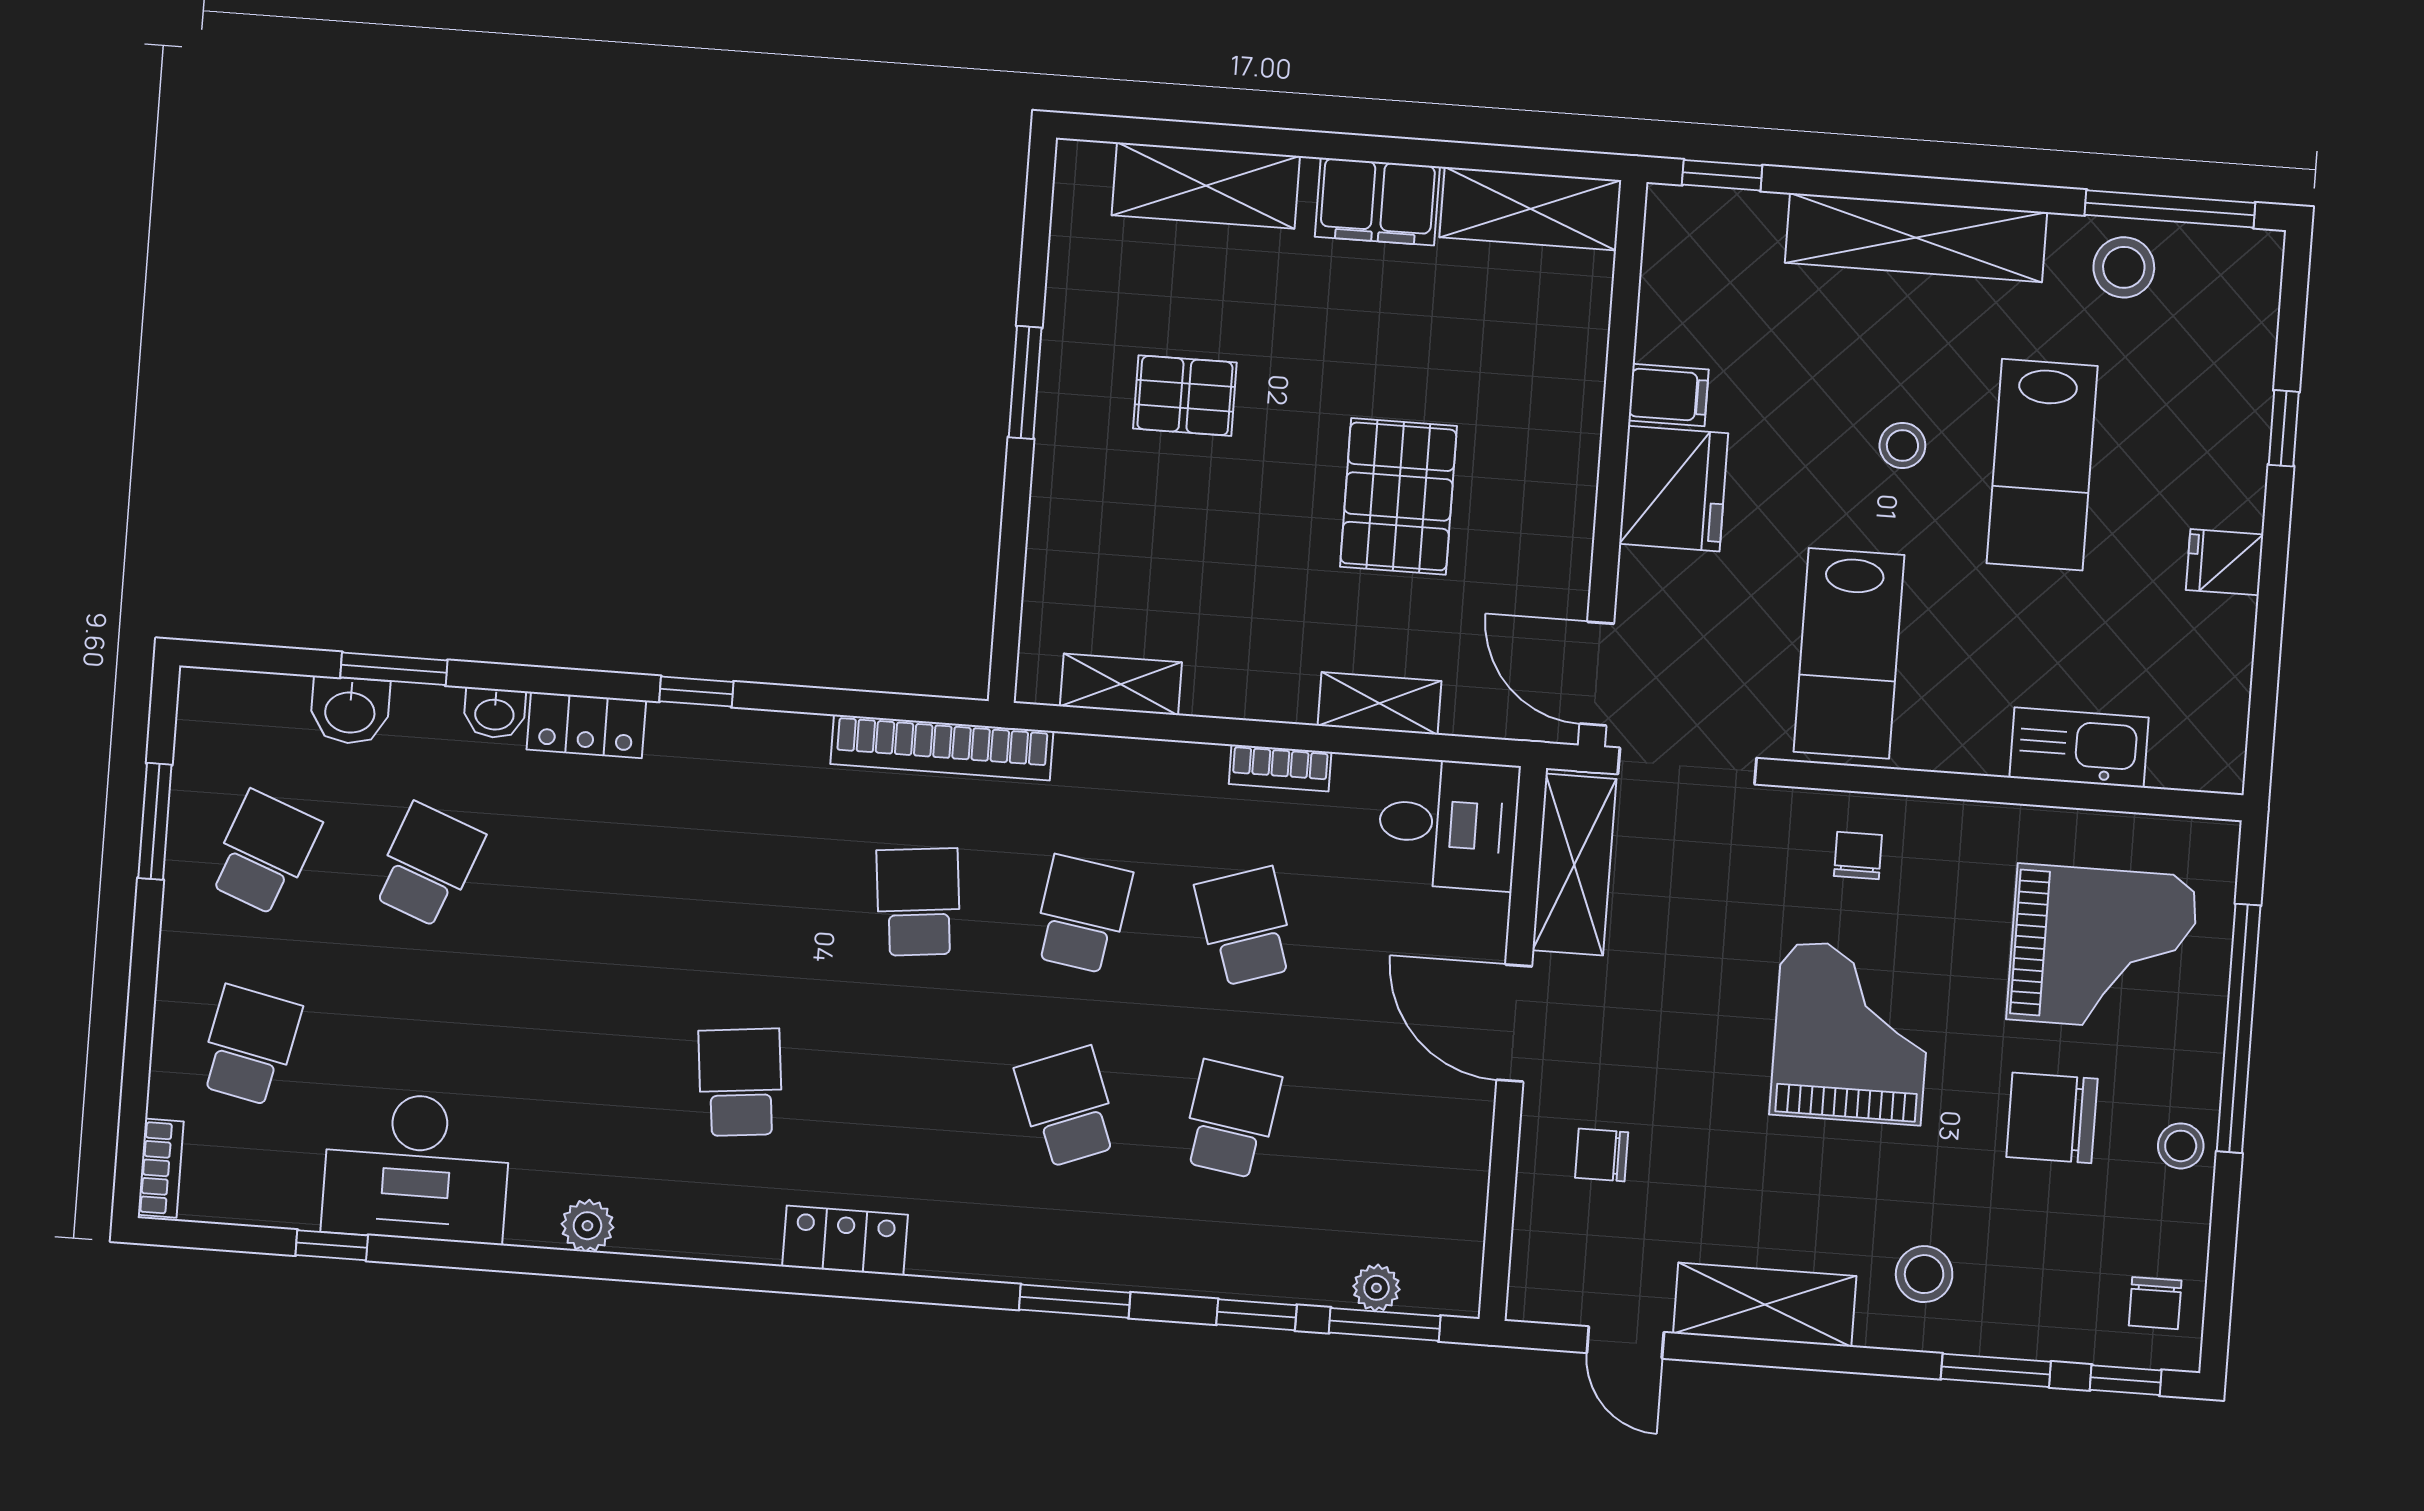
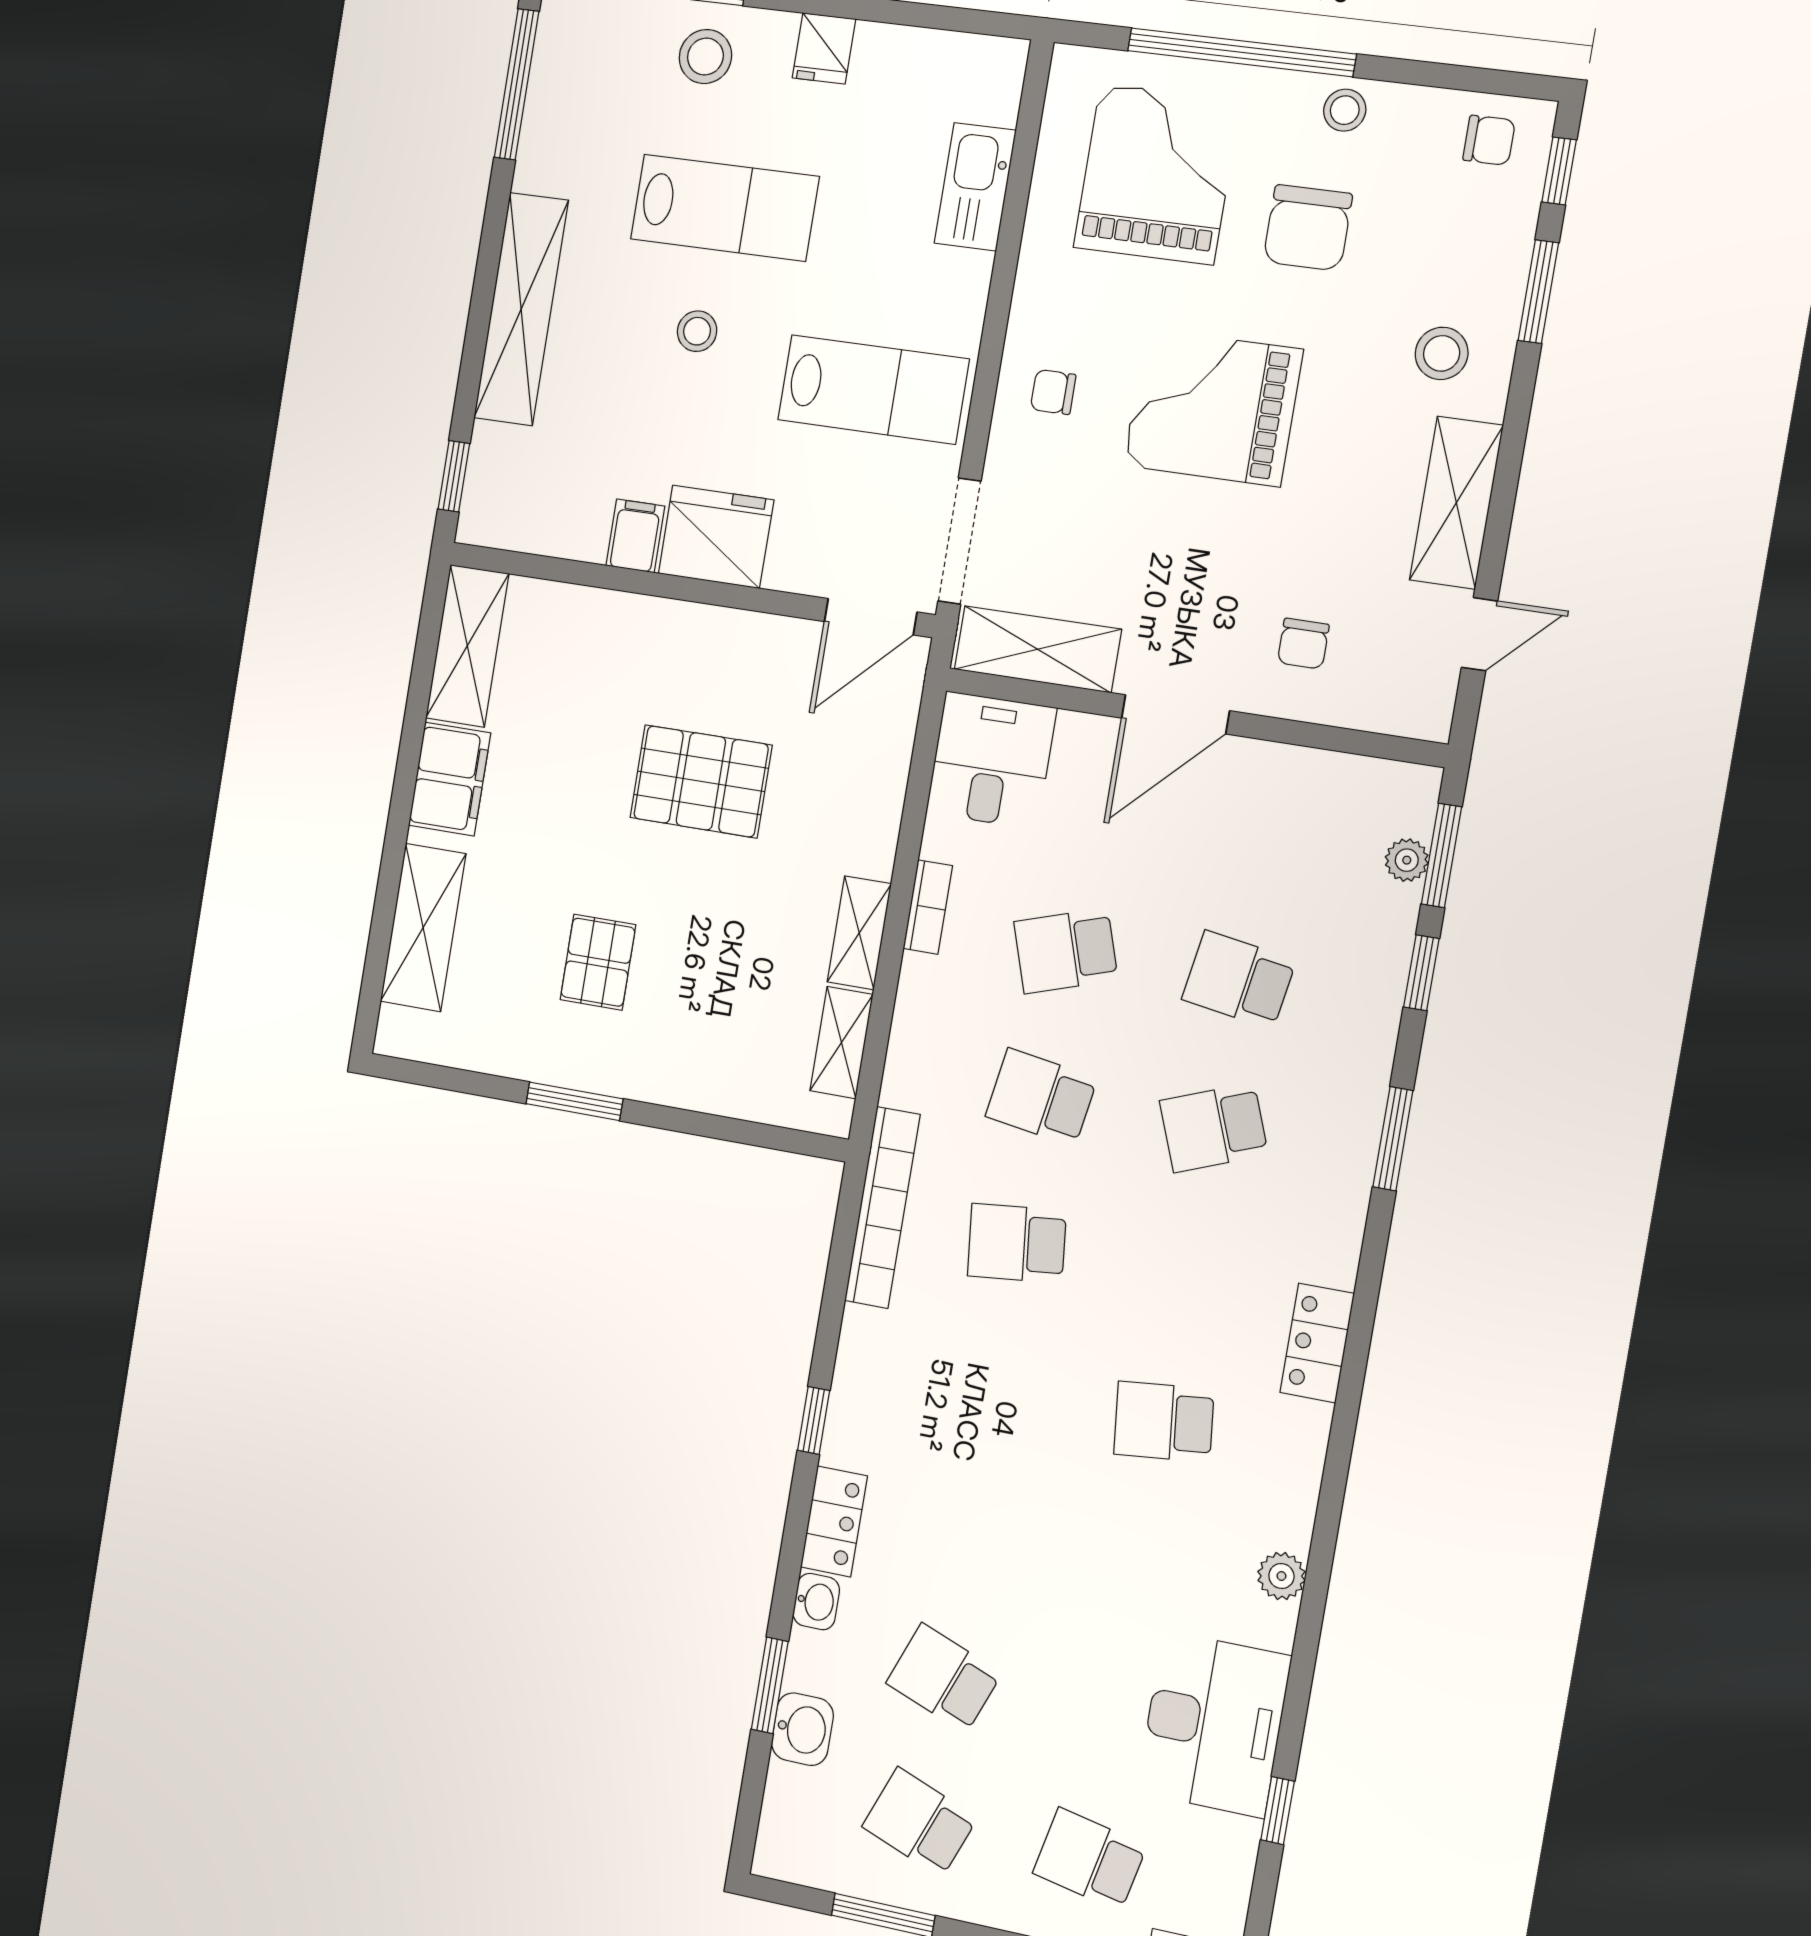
stool: (2124, 267) -> (705, 57), moved
shelving: (1379, 703) -> (859, 933), moved

